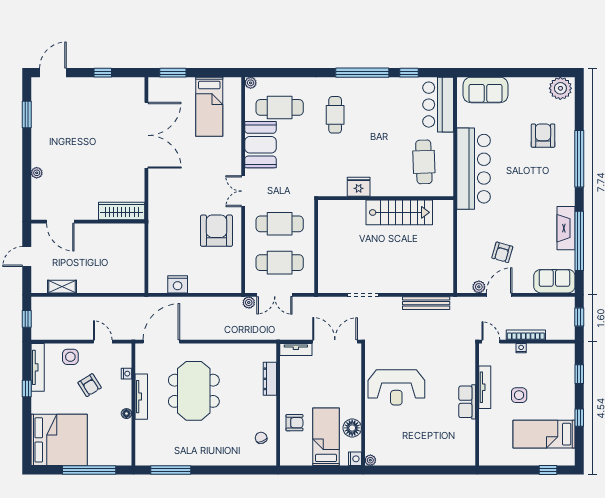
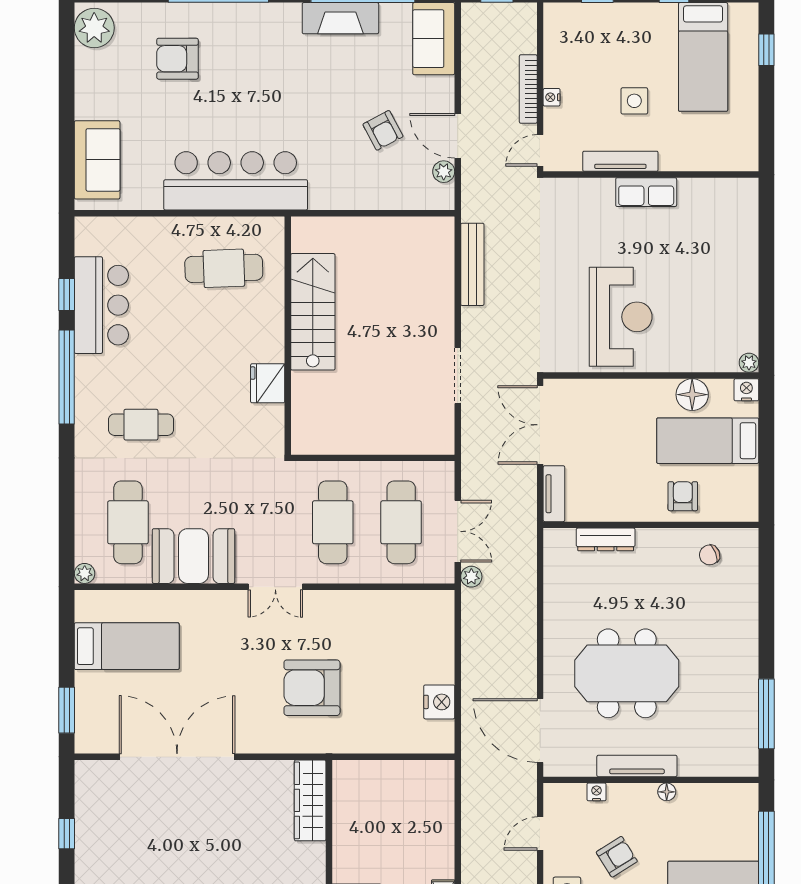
bar counter: (438, 105) -> (101, 305), moved, turned -90
armchair: (216, 231) -> (312, 688), moved
armchair: (502, 252) -> (383, 130), turned 46

